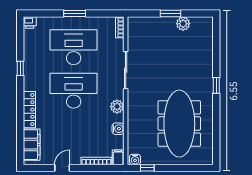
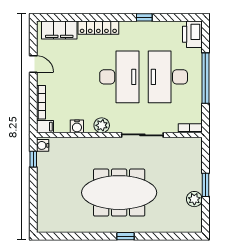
window: (75, 14) -> (205, 78), width x2.11
printer: (30, 22) -> (192, 34), width x1.87, depth x1.48
desk: (74, 47) -> (168, 77), turned 180
meeting table: (179, 124) -> (119, 193), moved

